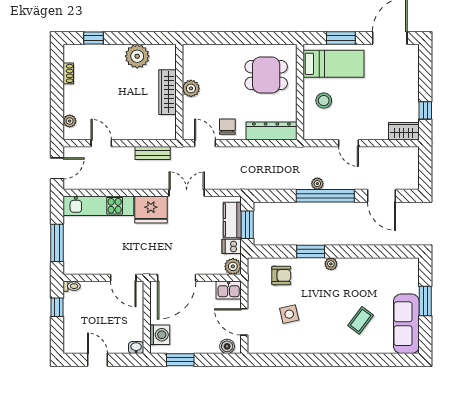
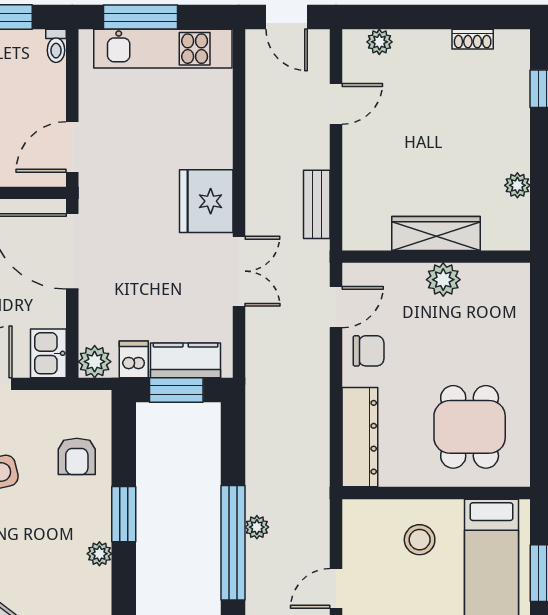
plant: (137, 56) -> (517, 185), width x0.53, depth x0.53
kitchen unit: (98, 206) -> (163, 49), moved, turned -90

